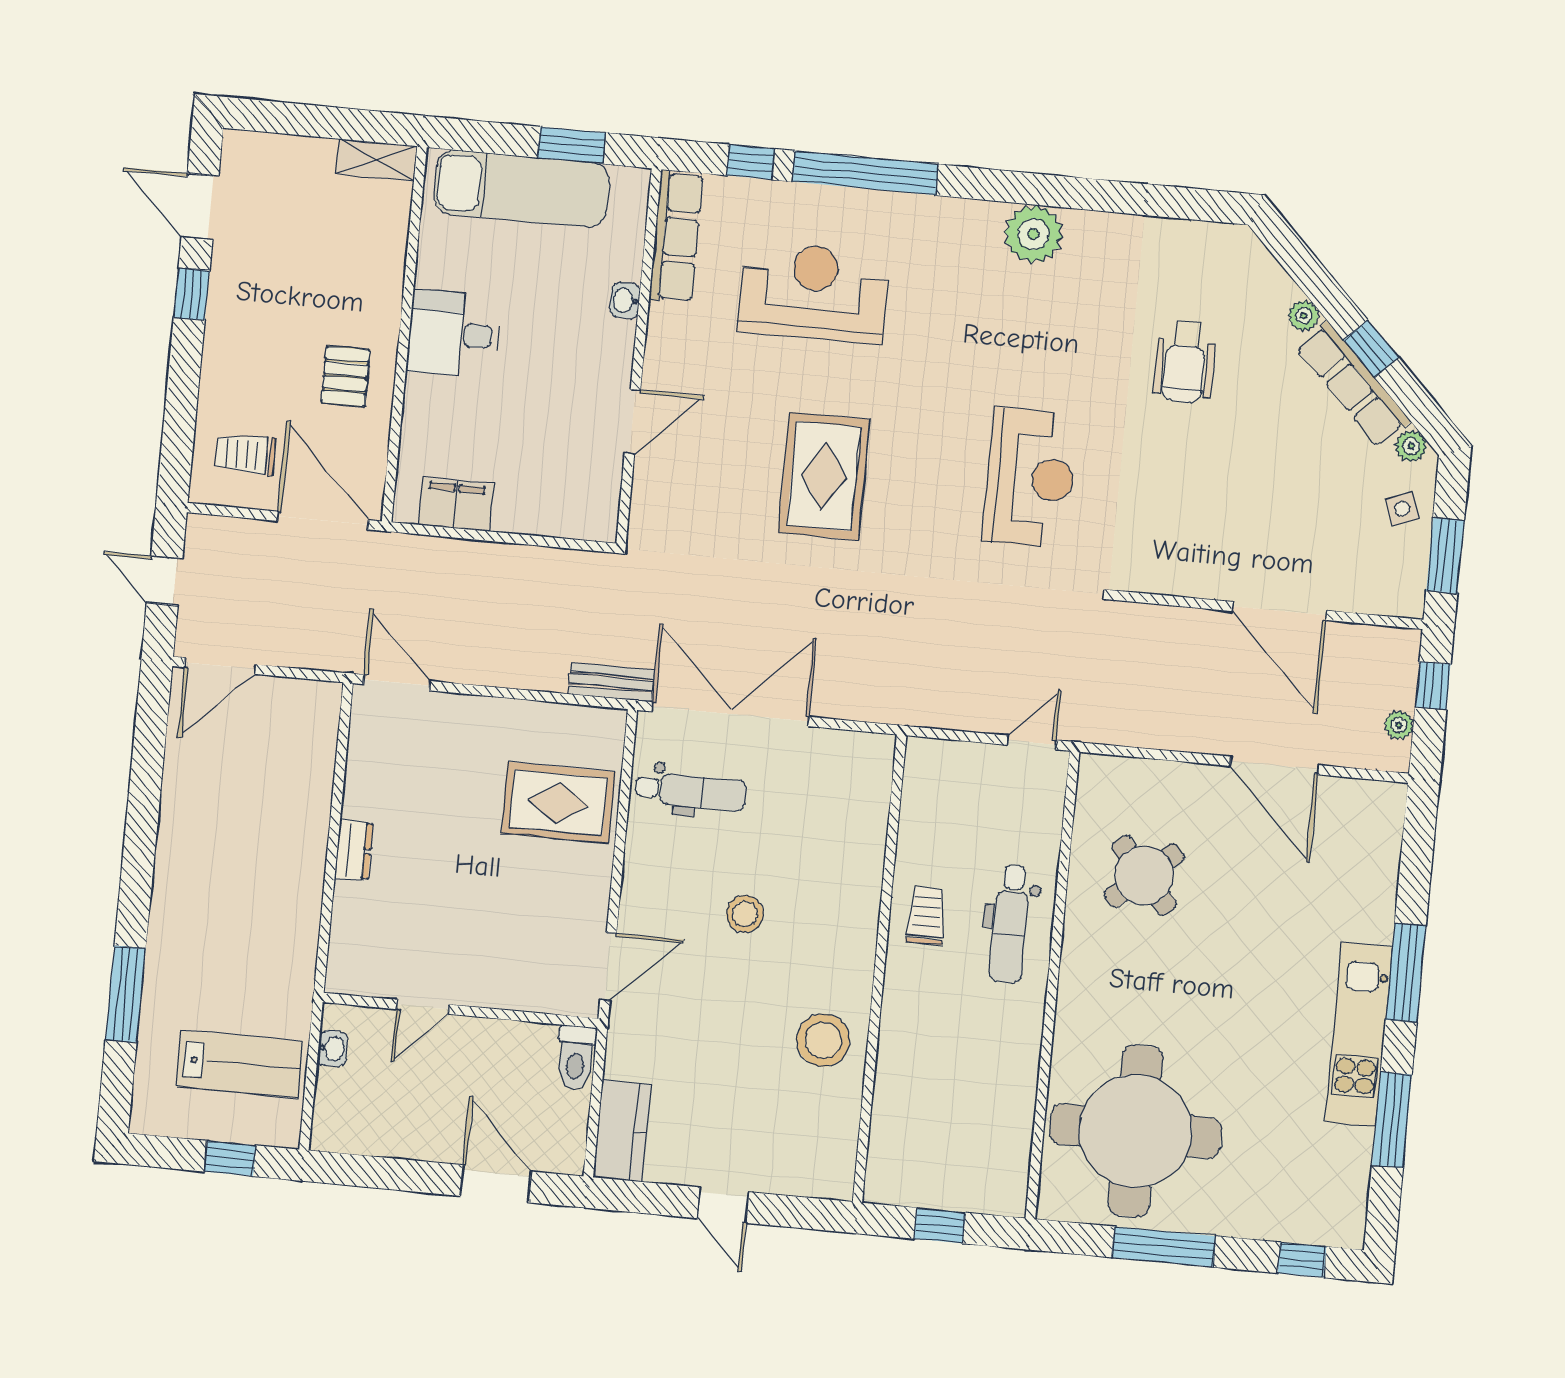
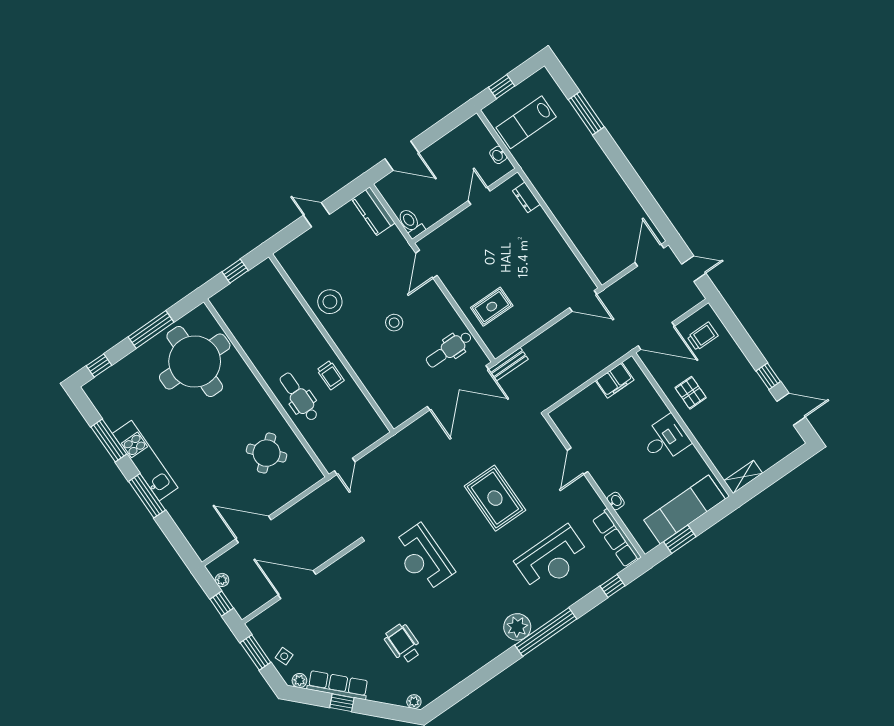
window: (865, 173) -> (546, 632), moved
plant: (1033, 234) -> (517, 627), moved
plant: (1304, 316) -> (414, 702), moved
rug: (558, 803) -> (492, 307), width x0.73, depth x0.70
dresser: (354, 850) -> (526, 197), moved

